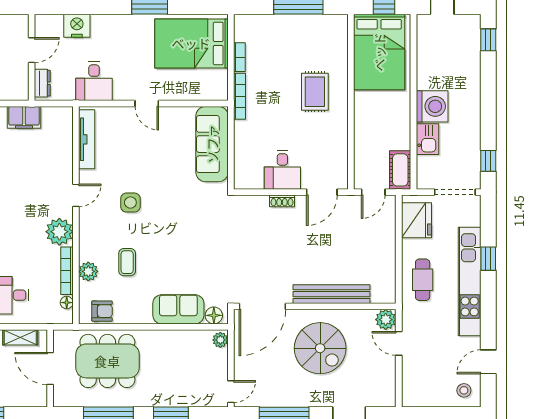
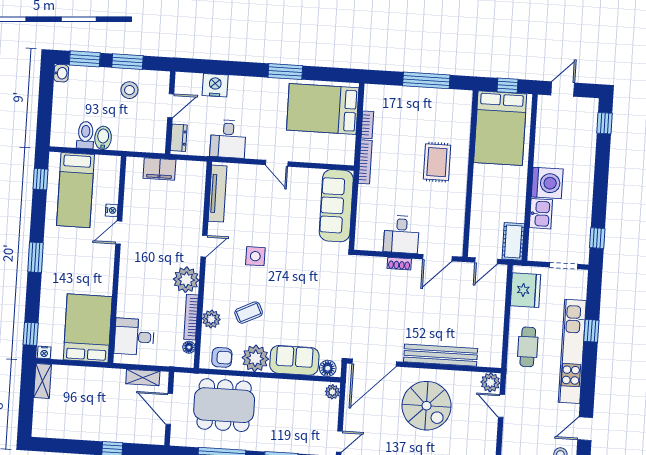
doorway: (455, 192) -> (564, 266), width x0.73
coffee table: (127, 262) -> (249, 313), turned 64
plant: (137, 310) -> (255, 358), added

